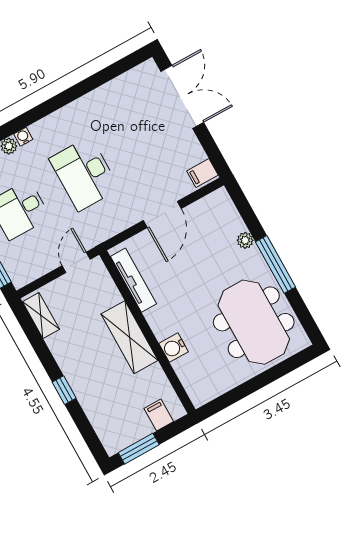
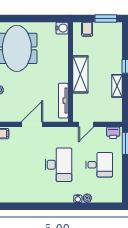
printer: (25, 273) -> (113, 133), added
shelving: (41, 315) -> (117, 86), moved
water cooler: (174, 348) -> (62, 28), moved

